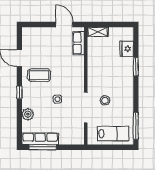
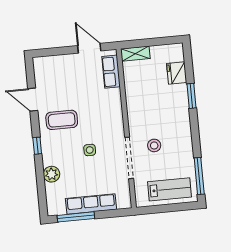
row of seats: (40, 139) -> (91, 204), moved

